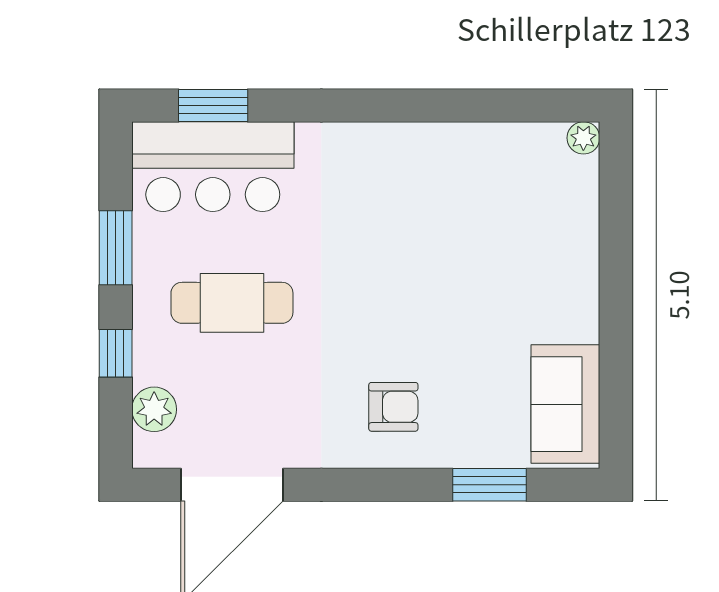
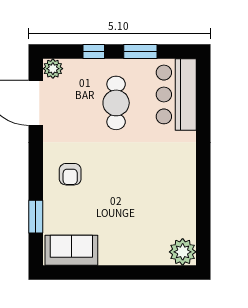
window: (213, 105) -> (203, 95), removed
plant: (583, 138) -> (183, 252), width x1.88, depth x1.88
plant: (154, 409) -> (53, 69), moved

